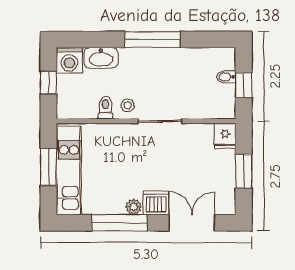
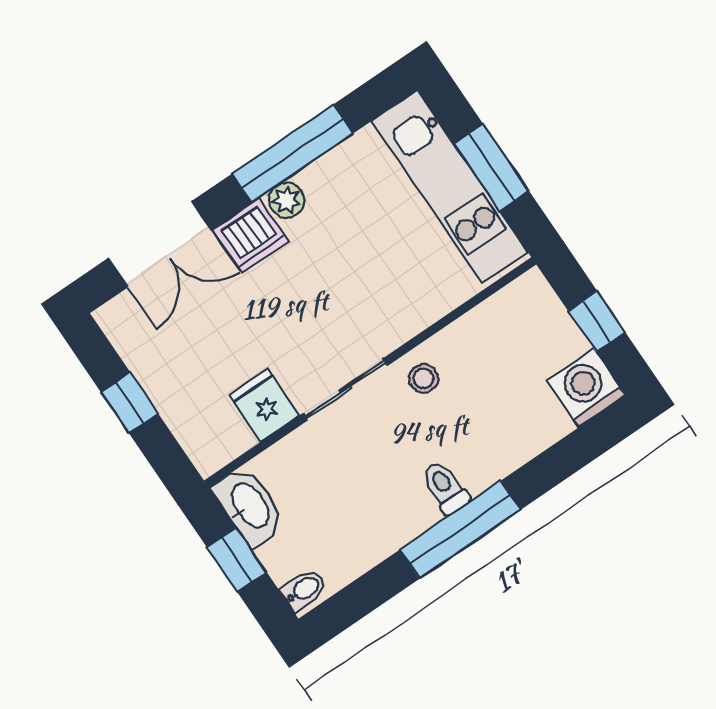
washbasin: (101, 58) -> (249, 506), moved, turned 90
bidet: (226, 77) -> (304, 590), moved
toilet: (105, 108) -> (445, 487), moved, turned 180
fridge: (225, 136) -> (264, 405), moved
window: (244, 171) -> (130, 403), width x0.67

